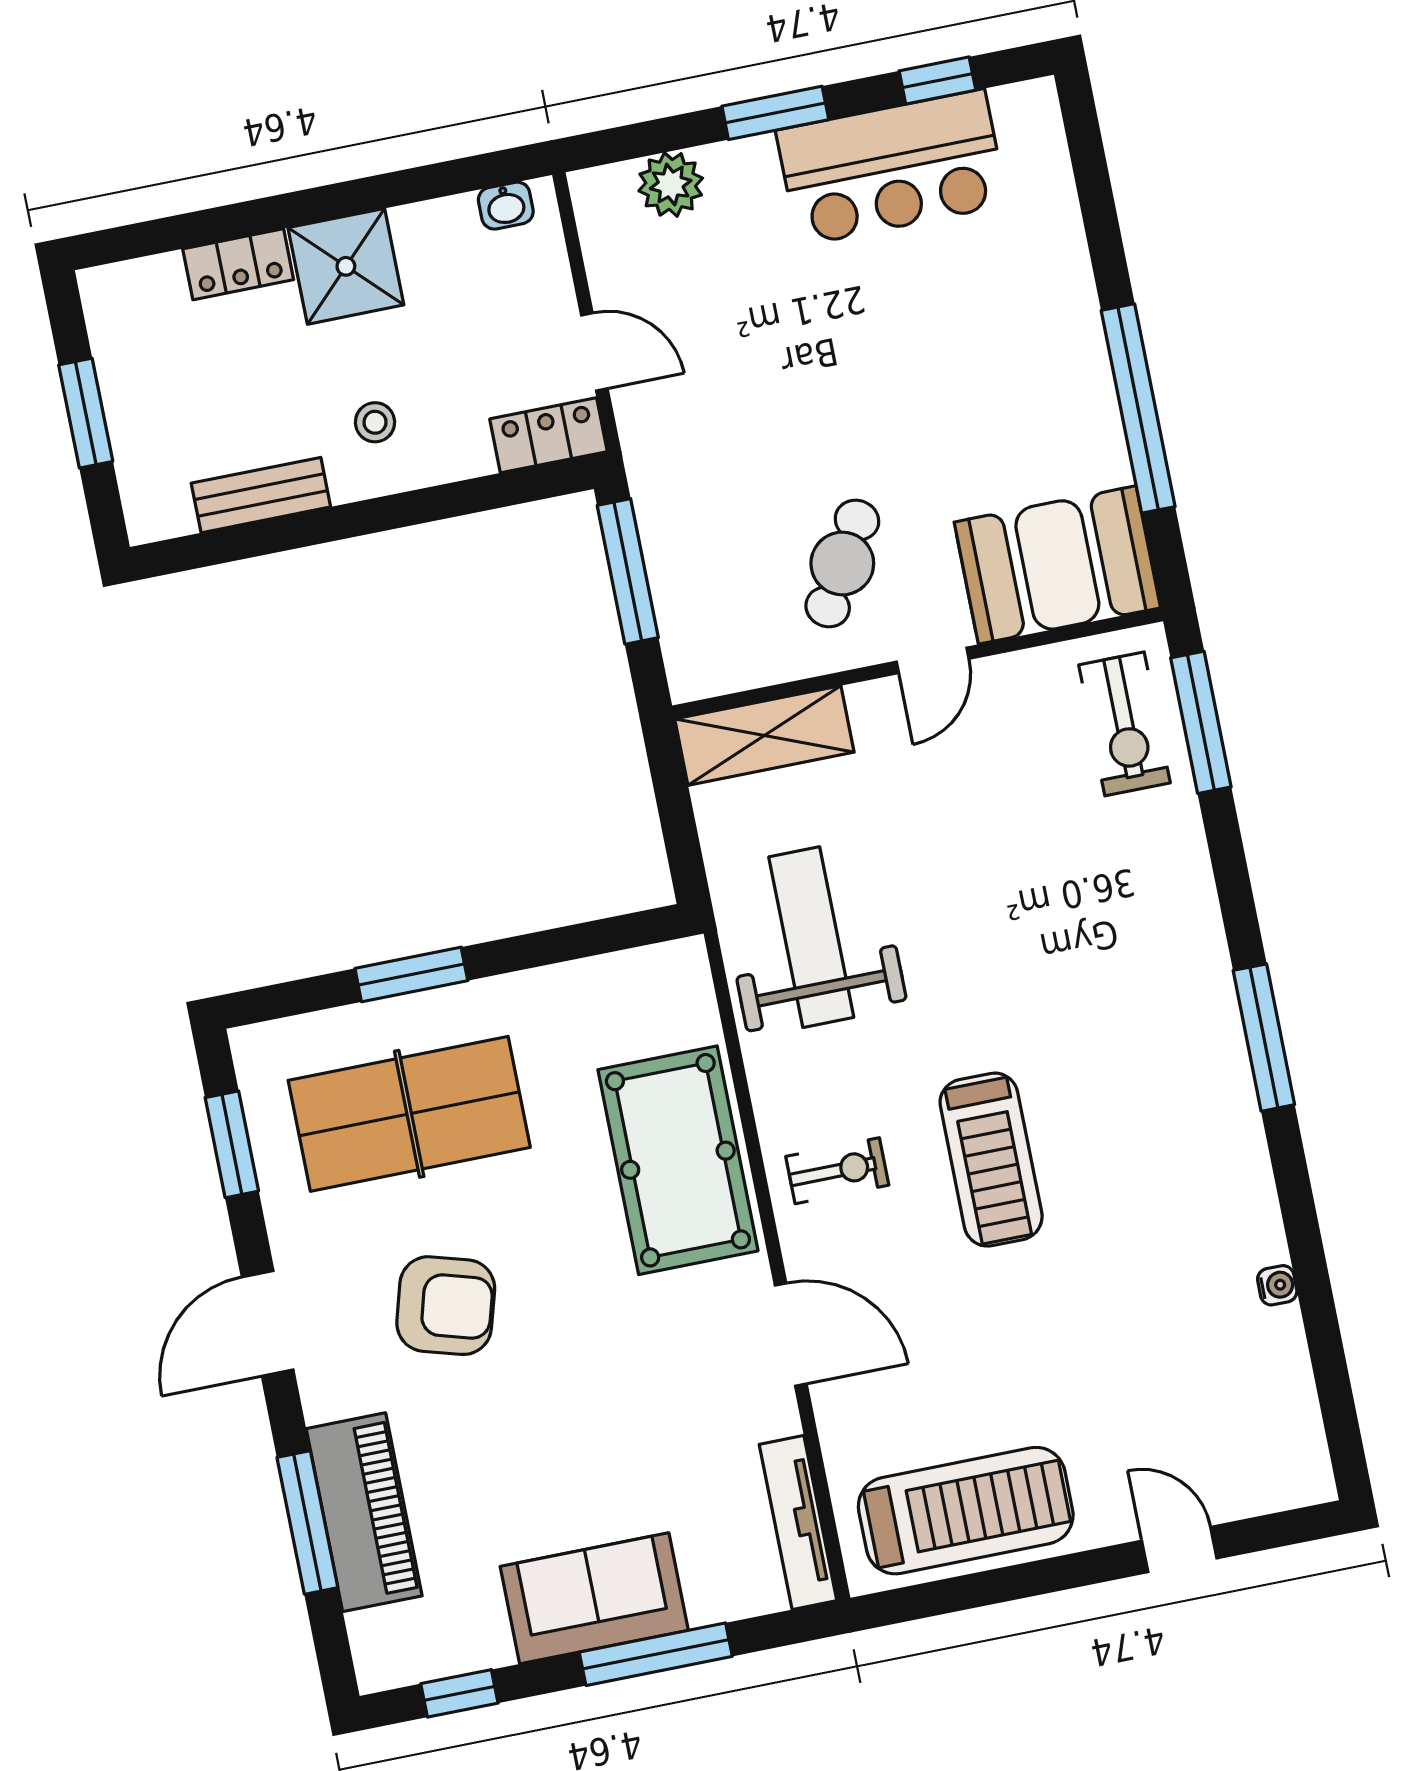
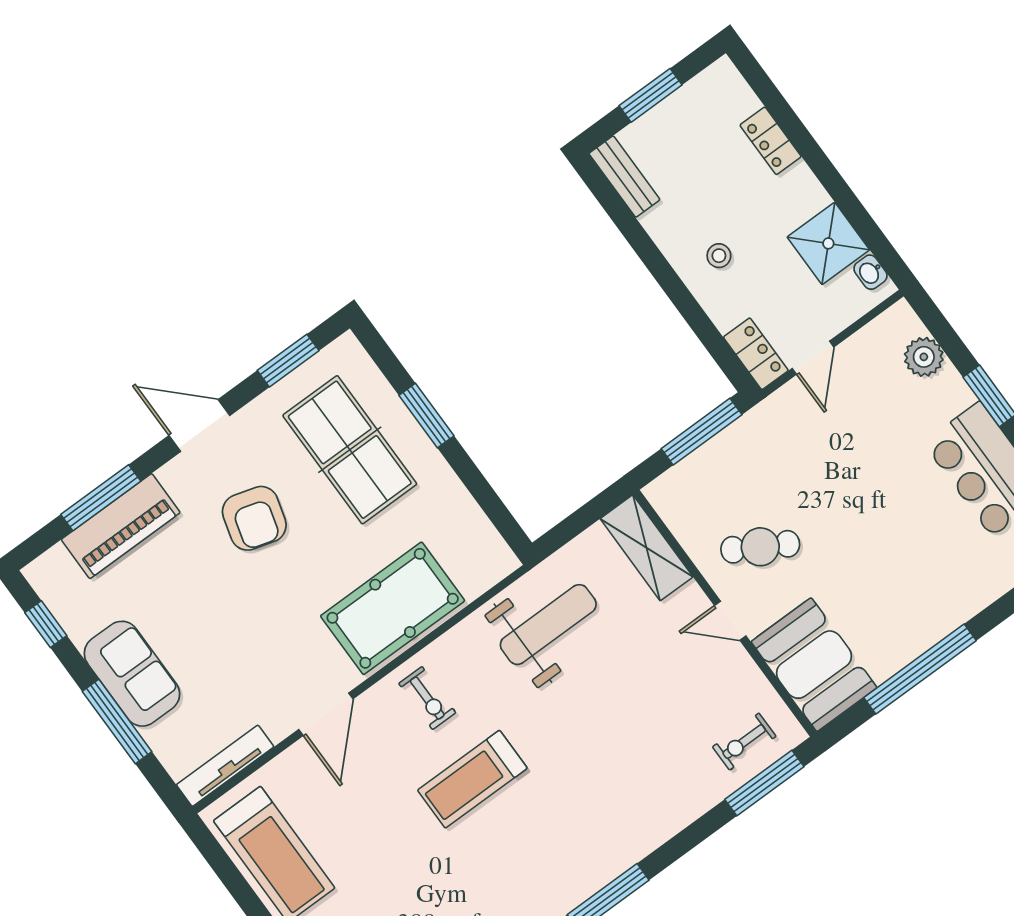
shower: (346, 266) -> (828, 243), moved
bench: (261, 495) -> (624, 177), moved
exercise bike: (1124, 724) -> (744, 742), width x0.73, depth x0.72

